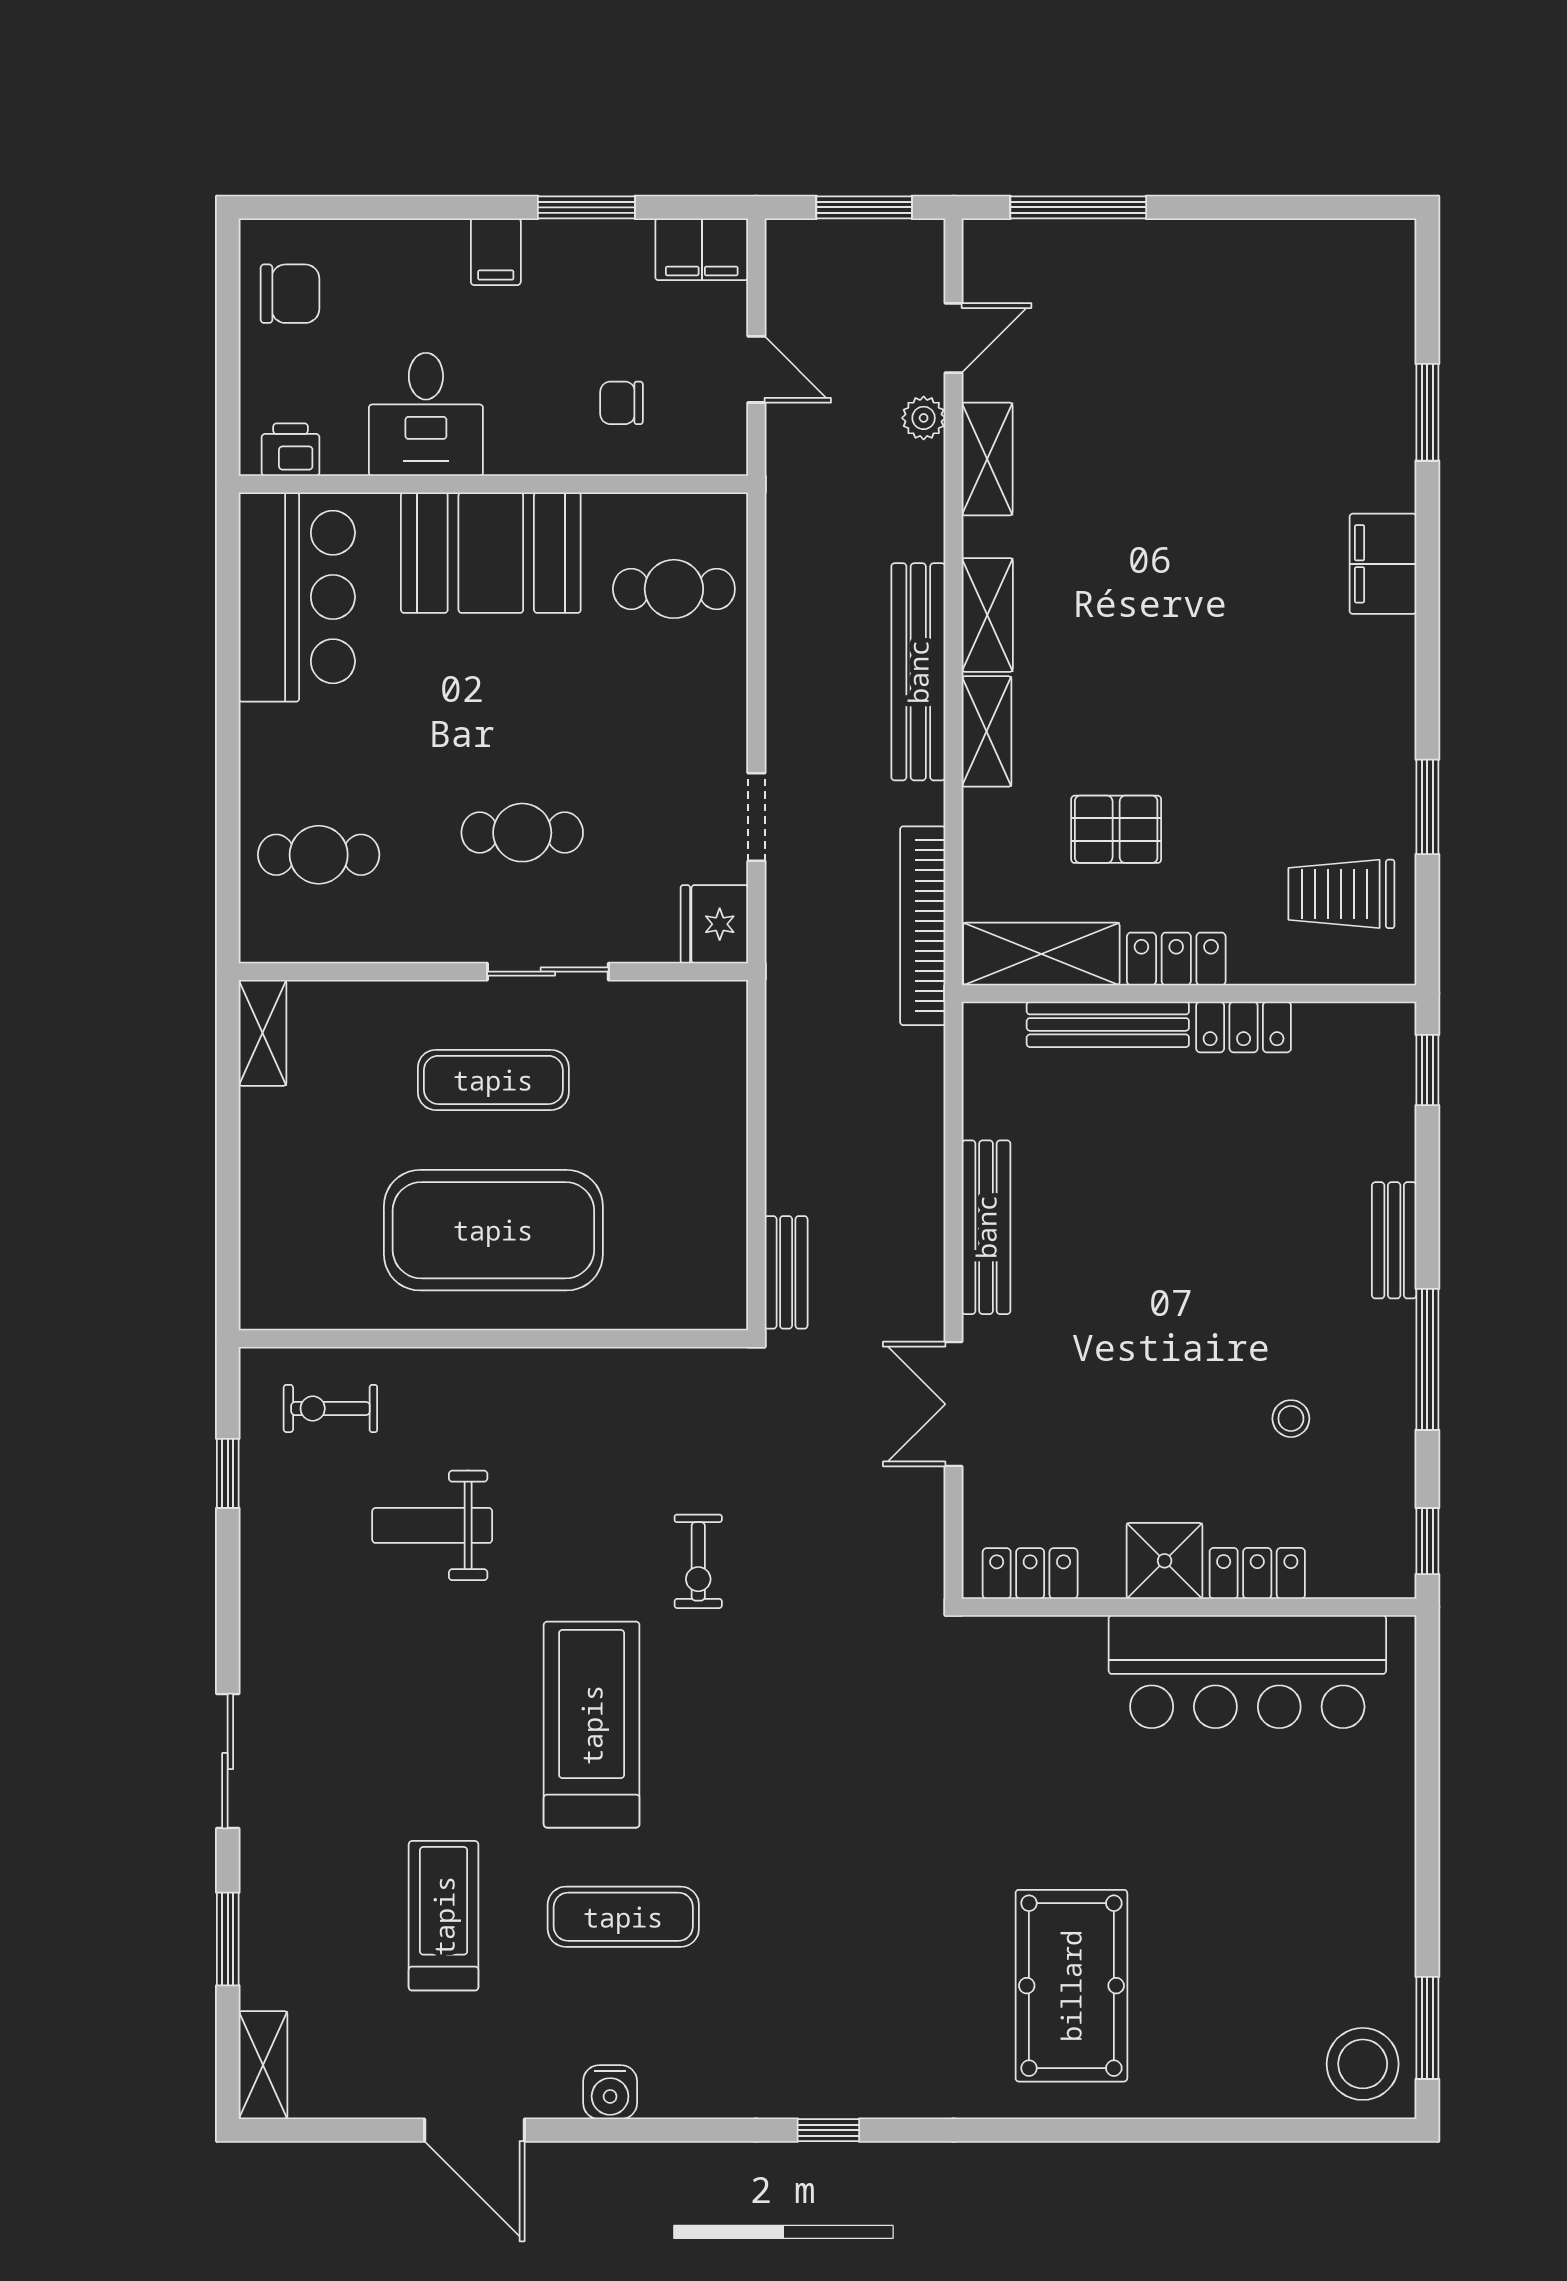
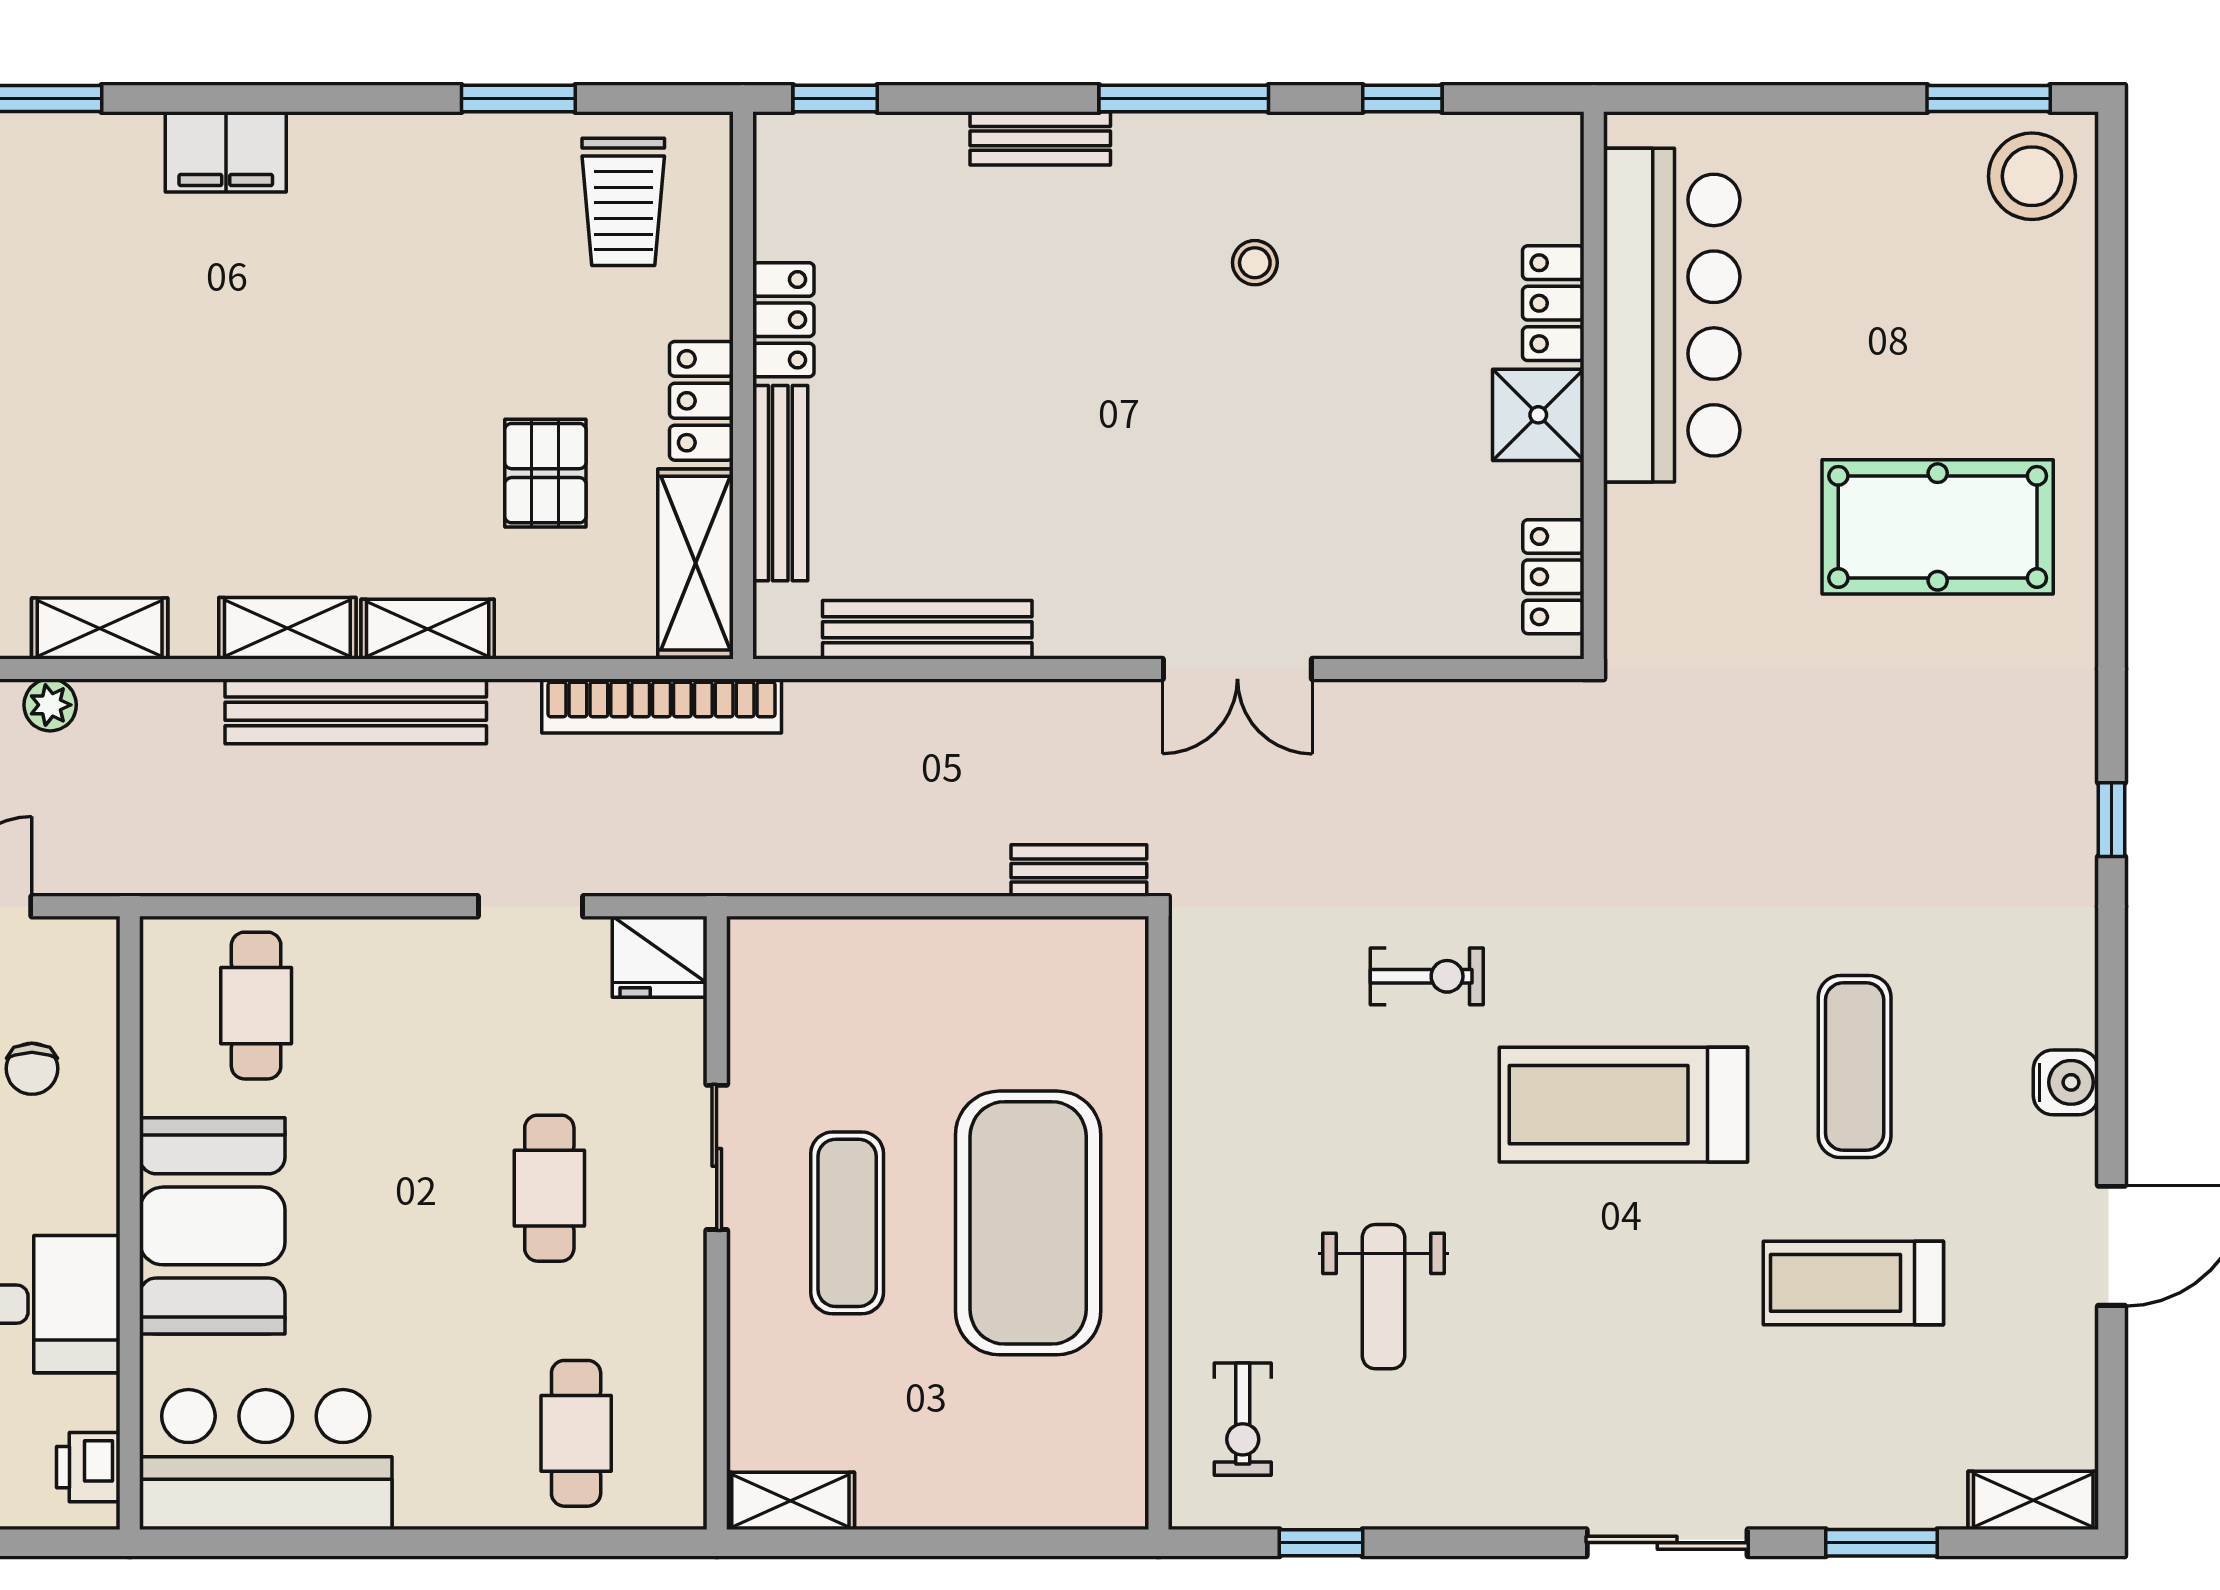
bench: (986, 1227) -> (927, 630), moved
shower: (1165, 1561) -> (1538, 415), moved
locker: (1030, 1573) -> (1553, 577), moved
locker: (1257, 1573) -> (1553, 303), moved
wall: (1189, 1607) -> (1594, 385), moved
bar counter: (1247, 1672) -> (1672, 315), moved

